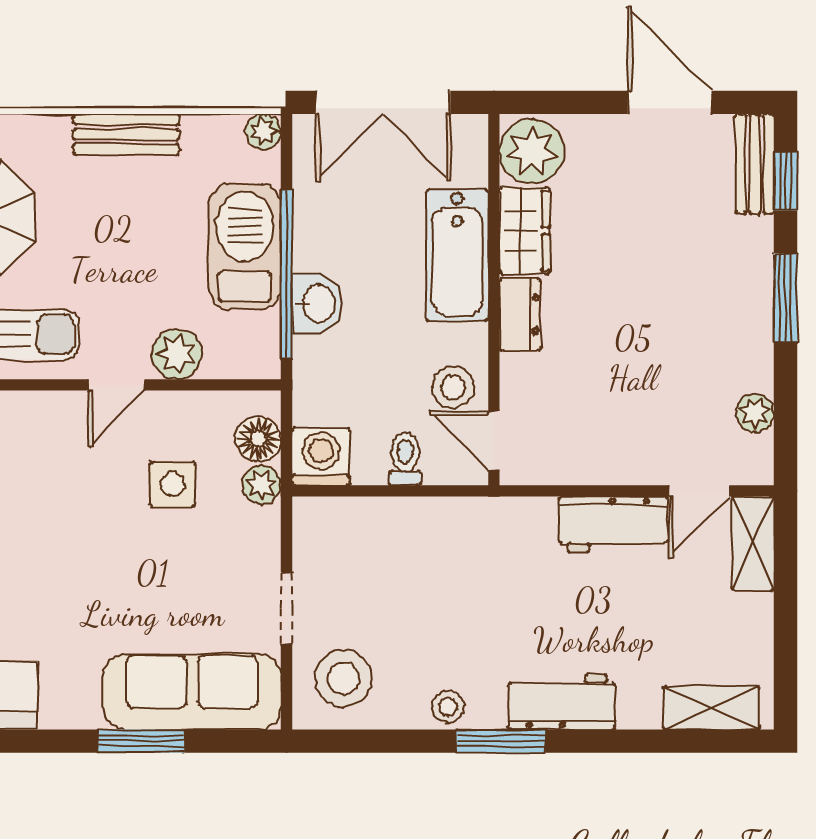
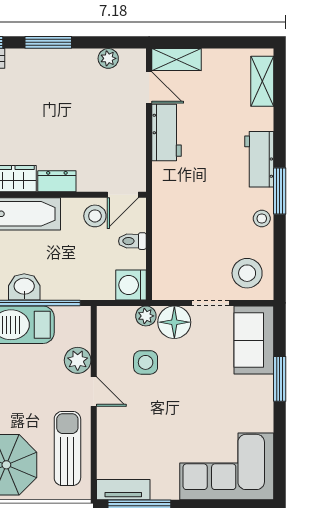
washbasin: (317, 303) -> (24, 287), moved
floor lamp: (258, 439) -> (174, 322), moved, width x1.38, depth x1.38
sofa: (192, 692) -> (254, 340), width x0.73

